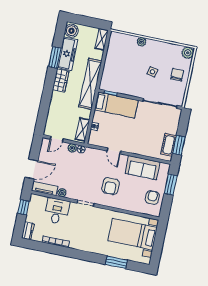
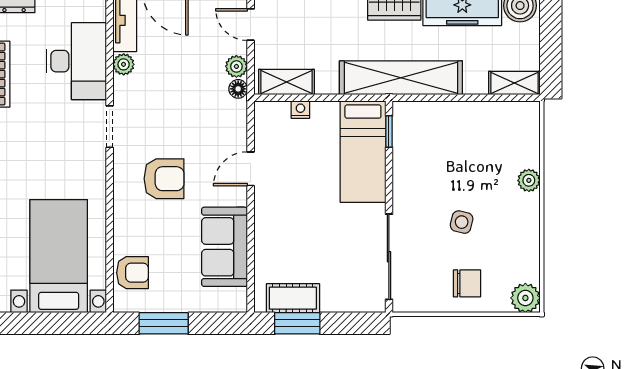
window: (171, 184) -> (164, 323), moved
armchair: (111, 186) -> (164, 179), turned 180
armchair: (152, 198) -> (133, 273), moved
desk: (57, 211) -> (76, 61), width x1.37

